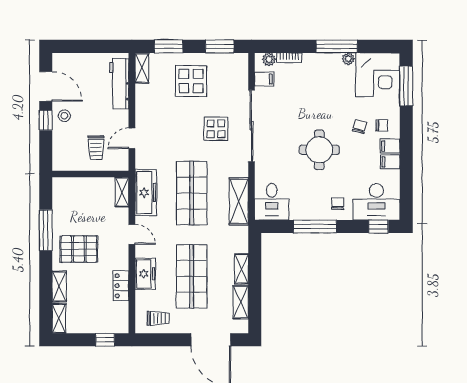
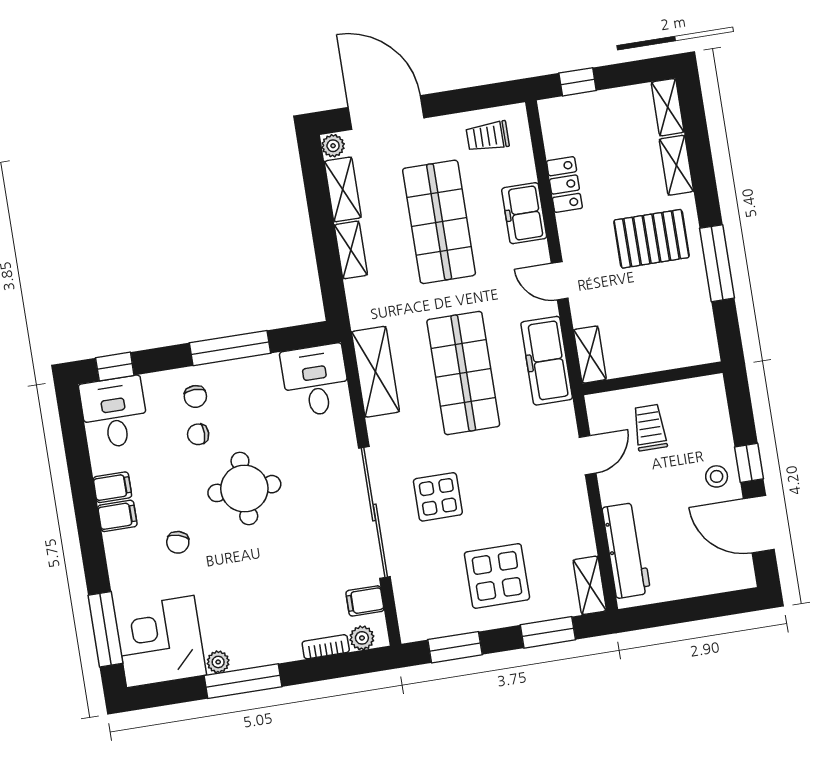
chair: (382, 126) -> (198, 434), moved
desk: (376, 202) -> (114, 413), width x0.73
plant: (242, 327) -> (333, 146), added

